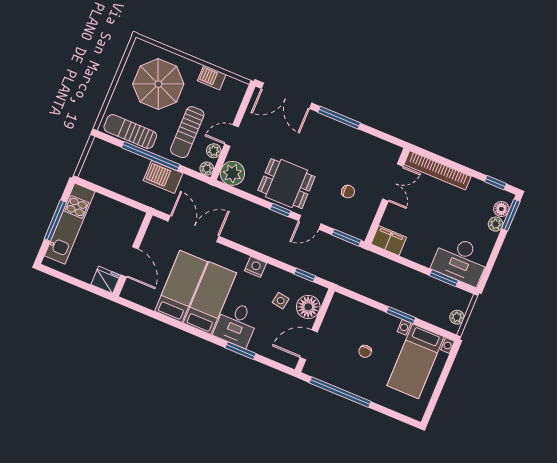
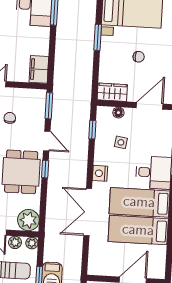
double door: (194, 229) -> (88, 212), moved
floor lamp: (308, 307) -> (118, 113), width x0.53, depth x0.53
wardrobe: (337, 310) -> (112, 92), added
door: (309, 345) -> (150, 106), swing flipped

